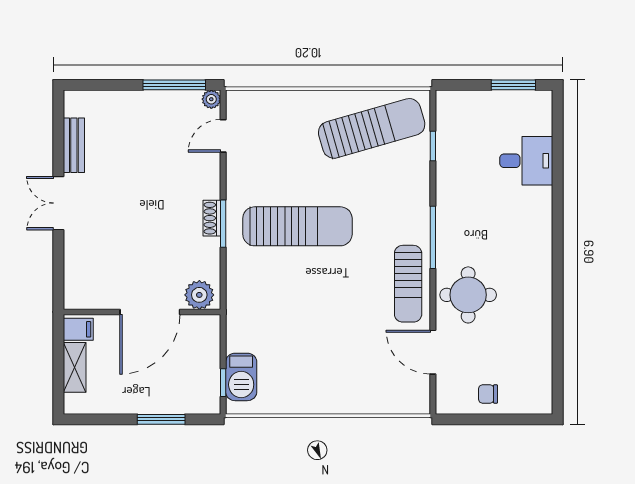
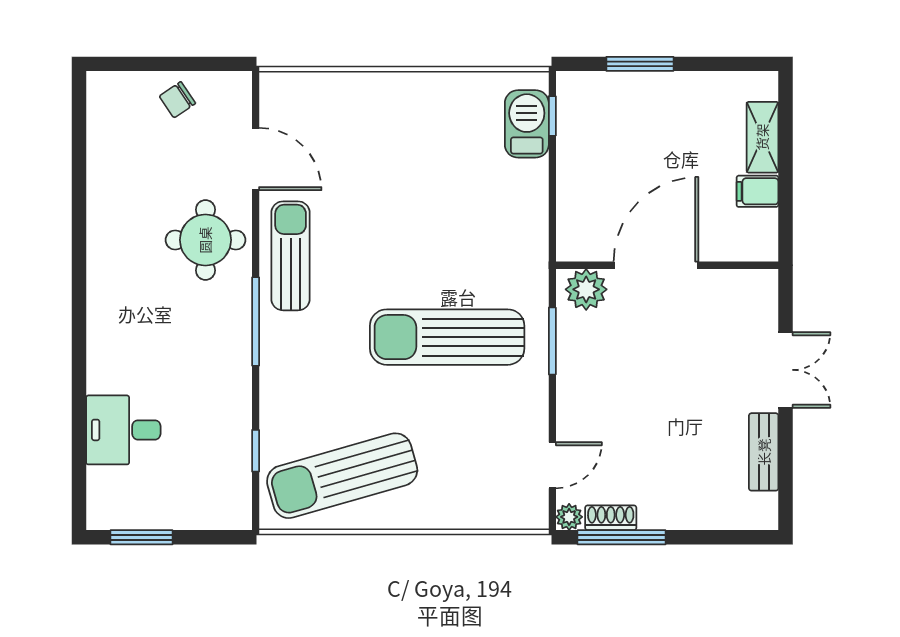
shoe rack: (212, 218) -> (611, 518), moved, turned -90
plant: (199, 295) -> (586, 289), moved
wall: (142, 312) -> (667, 265), moved
door: (150, 312) -> (656, 265), moved
chair: (488, 394) -> (177, 100), turned 146

